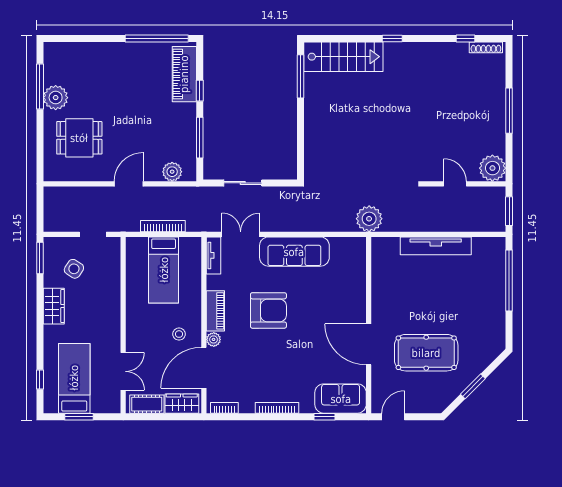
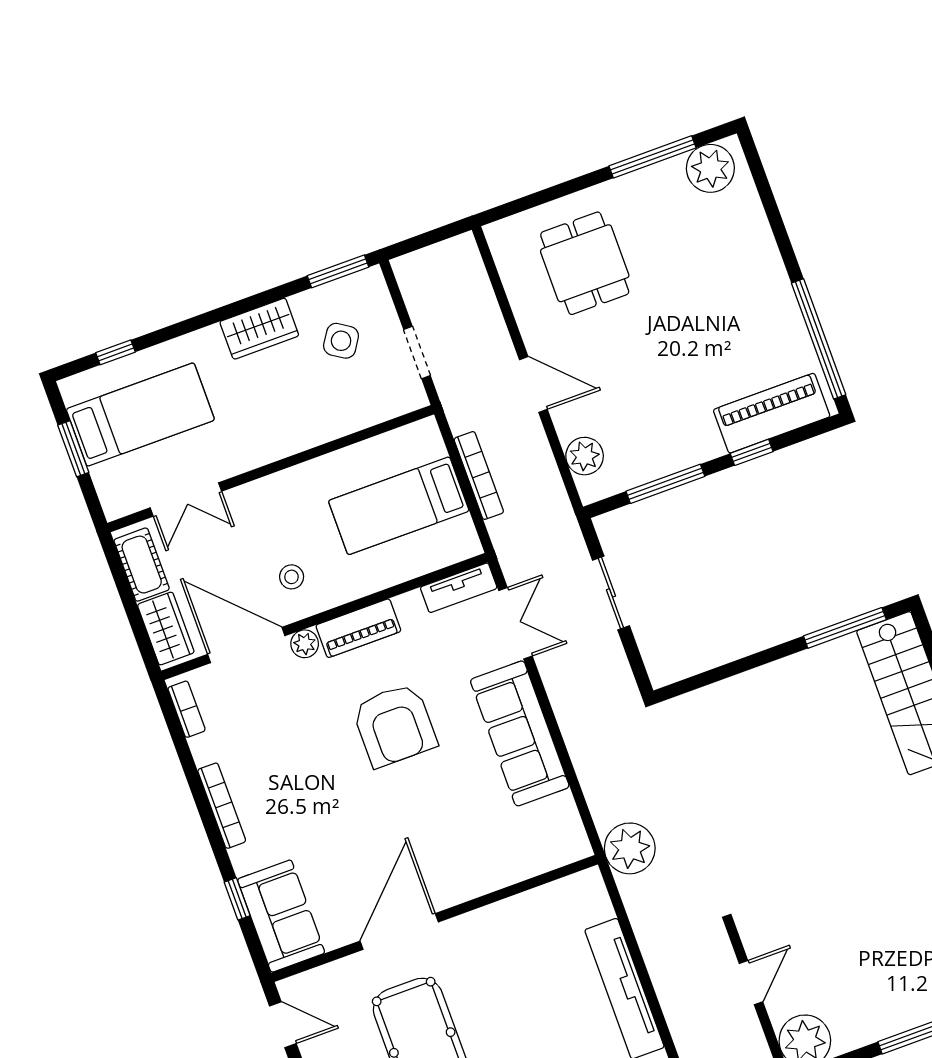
plant: (56, 98) -> (710, 168), moved

